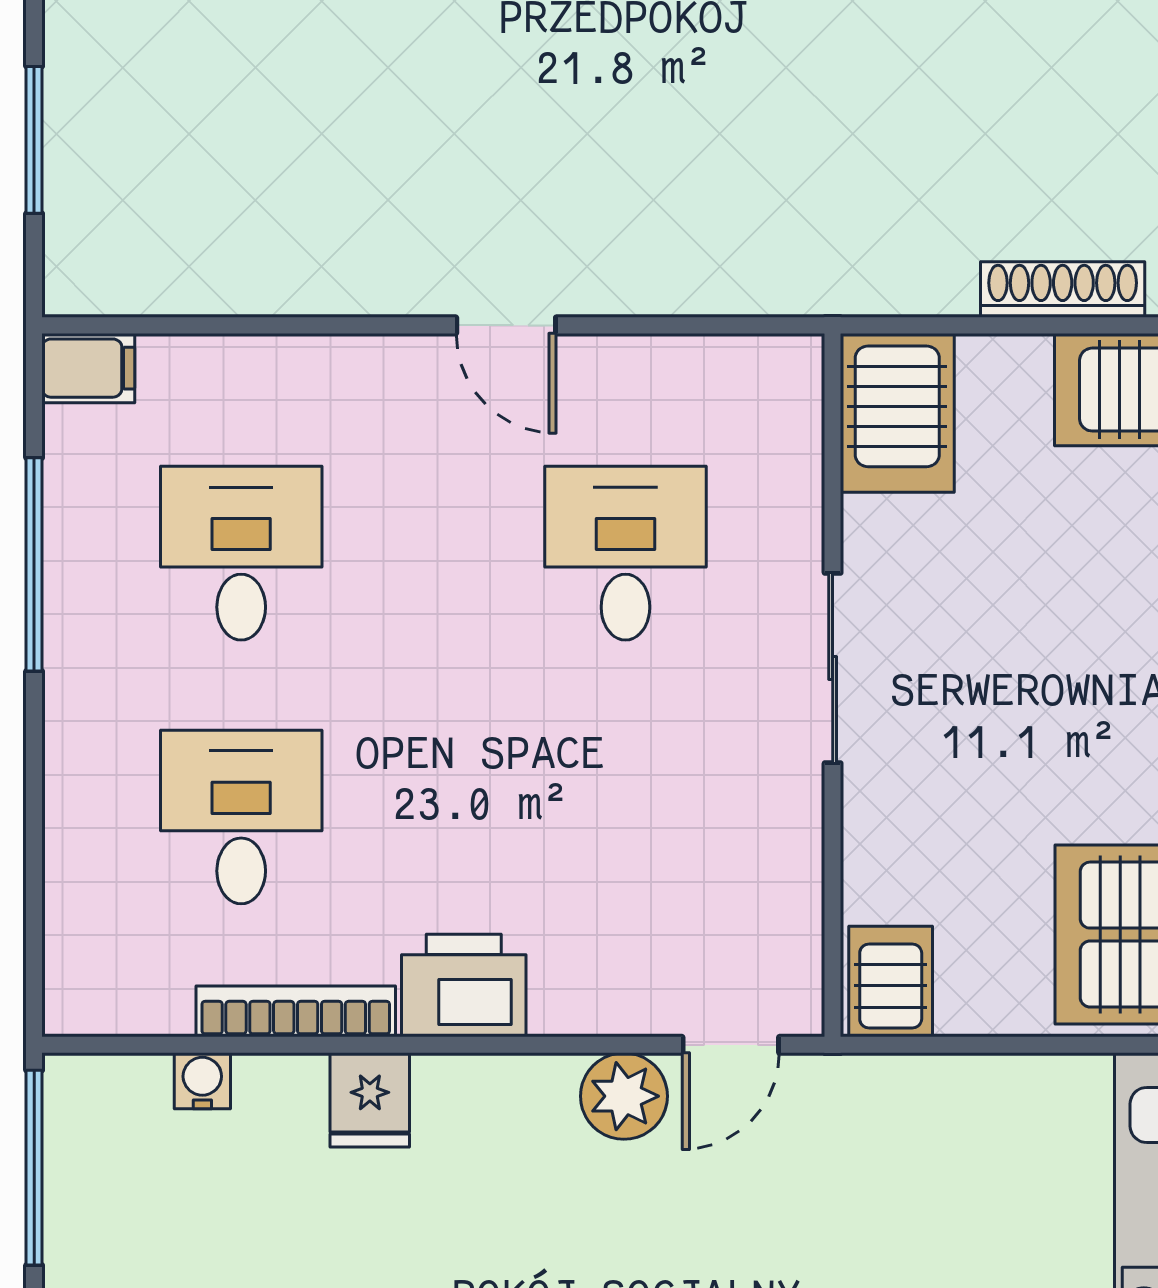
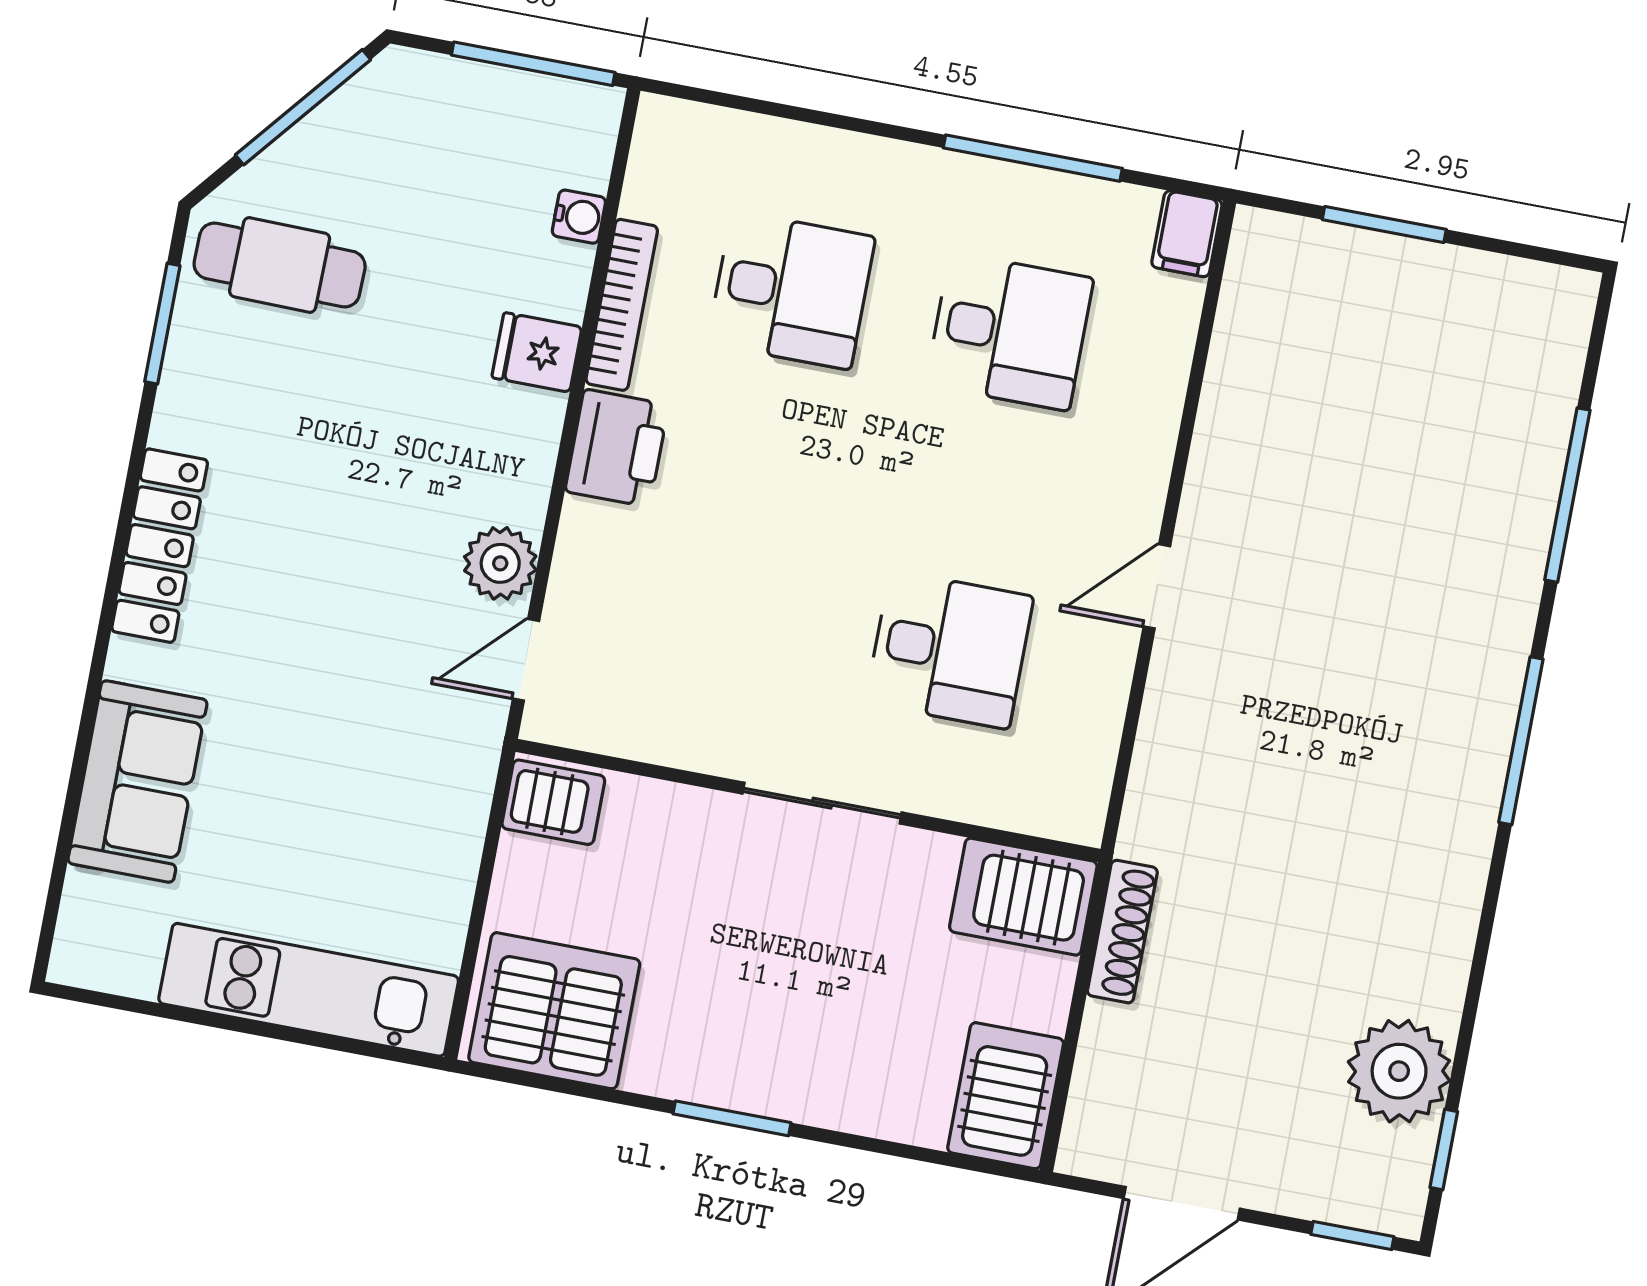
shoe rack: (1063, 290) -> (1122, 932), moved
door: (731, 1045) -> (526, 660), hinge flipped

